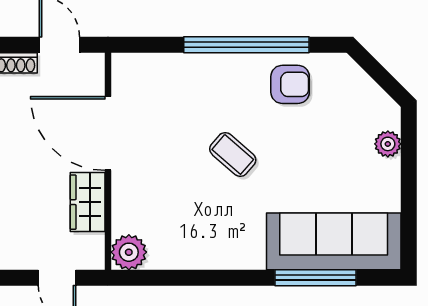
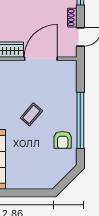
plant: (388, 144) -> (36, 184), removed

